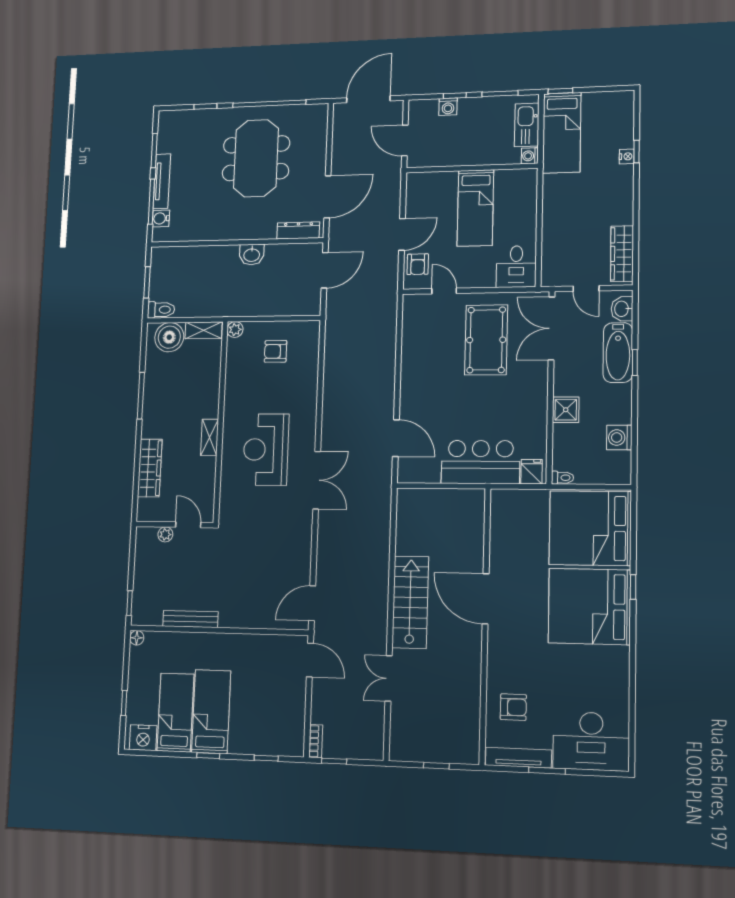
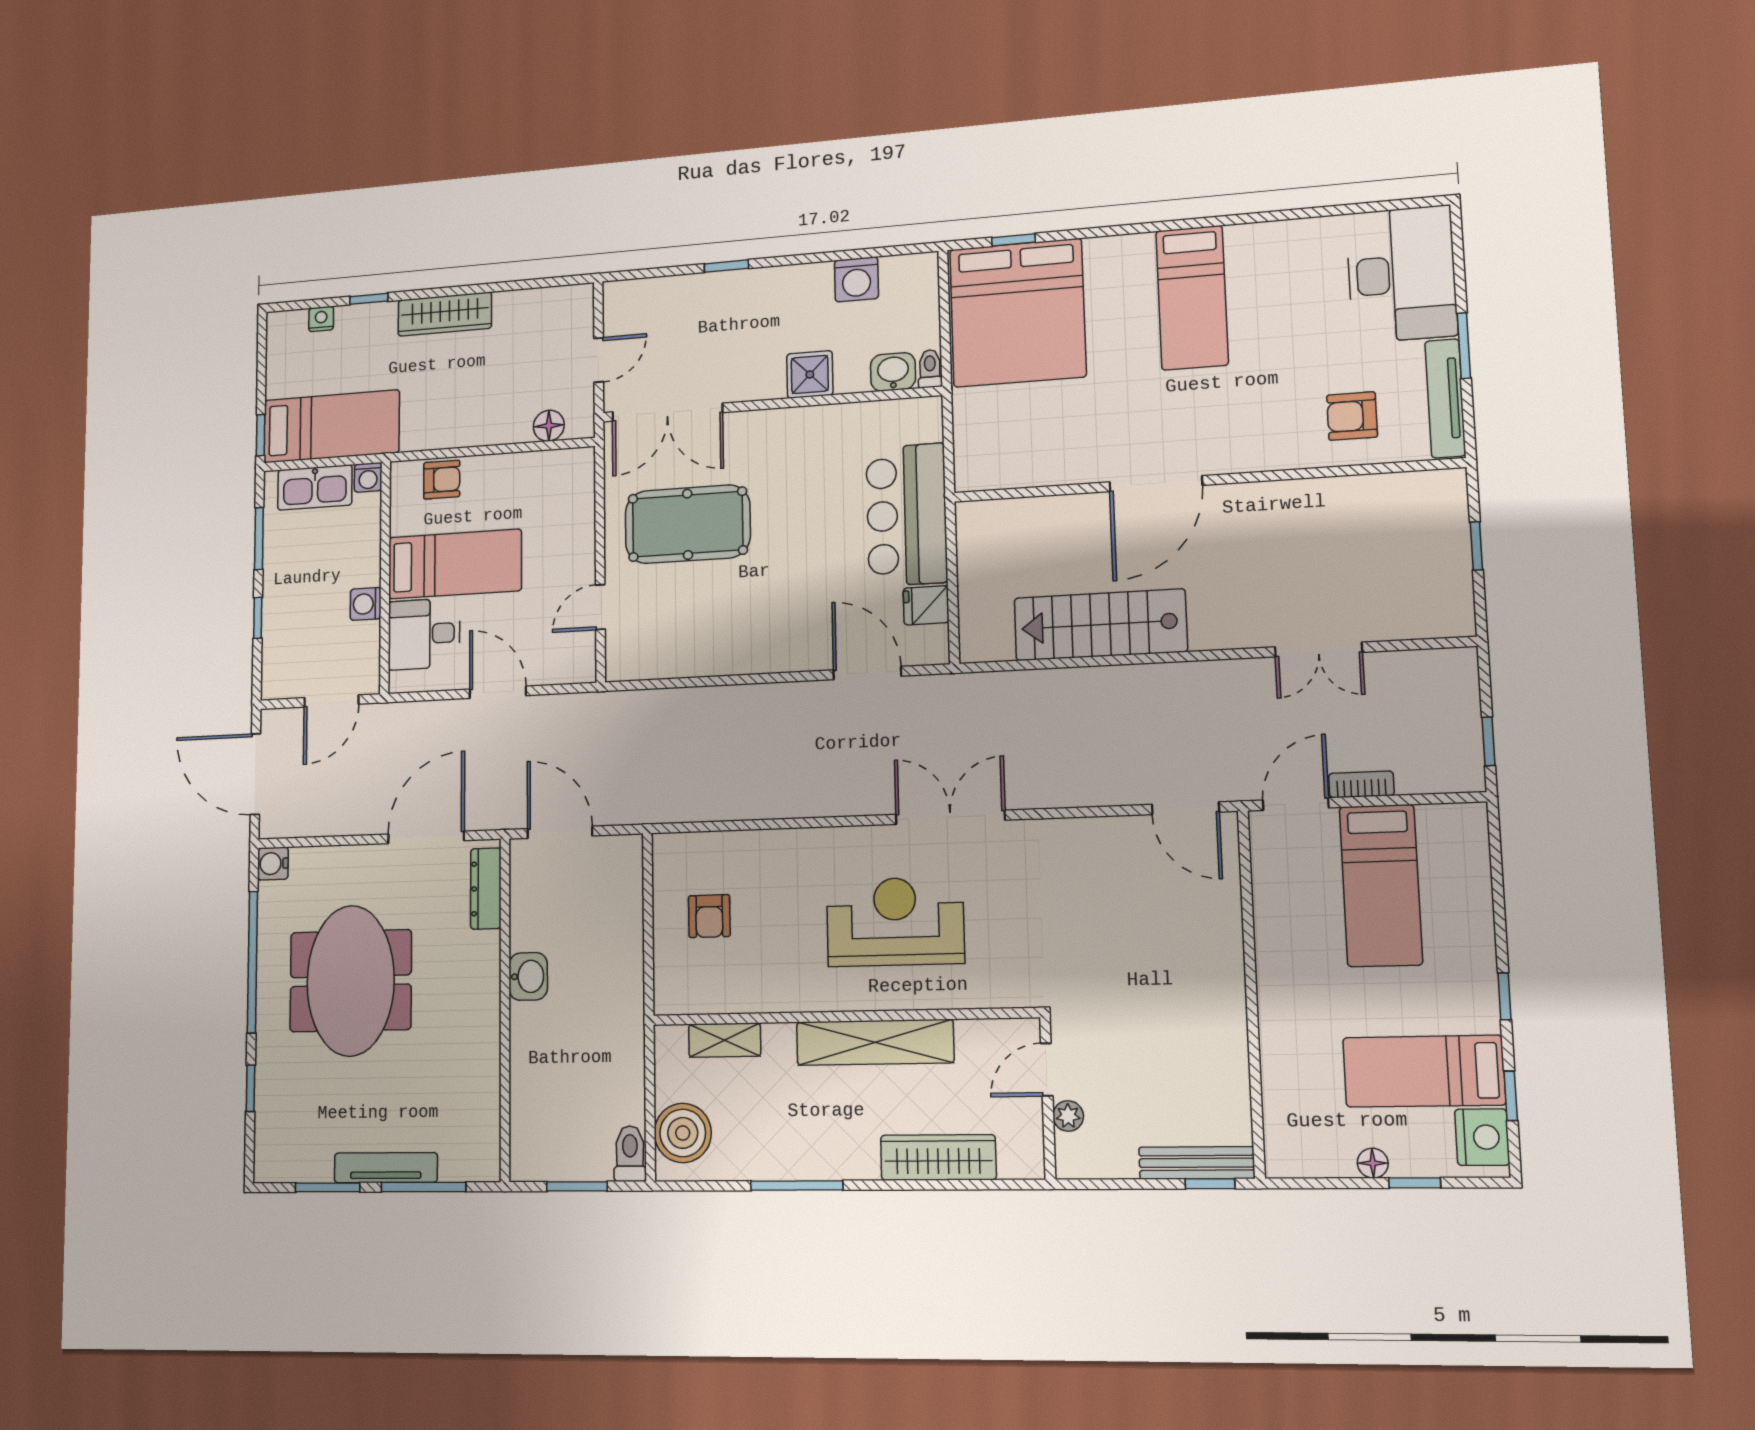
washing machine: (448, 107) -> (366, 604), moved, turned 180
nightstand: (627, 156) -> (321, 319), moved
meeting table: (256, 158) -> (351, 981), turned 90
door: (327, 197) -> (426, 837), hinge flipped
water cooler: (161, 218) -> (273, 864), moved, turned 90
wardrobe: (622, 254) -> (445, 314), moved
floor lamp: (550, 260) -> (549, 426), added
armchair: (418, 264) -> (442, 480), moved
desk: (516, 267) -> (424, 634), moved, turned 180
washbasin: (622, 309) -> (893, 372), moved, turned 180
shelving: (204, 330) -> (725, 1040), moved, turned 90
plant: (235, 330) -> (668, 1000), removed
bathtub: (618, 353) -> (709, 296), removed
shelving: (210, 437) -> (875, 1042), width x2.20, depth x1.33
door: (396, 438) -> (867, 673), hinge flipped
reception desk: (266, 450) -> (895, 922), turned 180
fridge: (532, 472) -> (926, 605), moved
window: (633, 587) -> (1013, 240), moved
stairs: (410, 602) -> (1100, 625), moved
bed: (589, 606) -> (1192, 298), width x0.49
bench: (190, 619) -> (1197, 1163), moved, turned 90
floor lamp: (137, 638) -> (1373, 1163), moved
armchair: (513, 707) -> (1352, 416), turned -90
bed: (211, 711) -> (1381, 885), moved, turned -90
bookcase: (316, 741) -> (1361, 784), moved
window: (266, 758) -> (1511, 1096), moved

